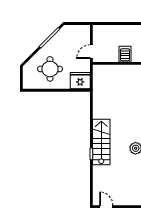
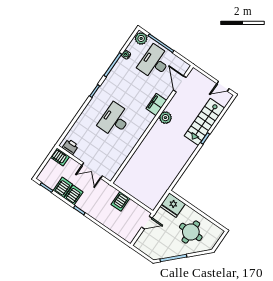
stairs: (101, 142) -> (204, 122), moved
door: (106, 207) -> (223, 86), hinge flipped

